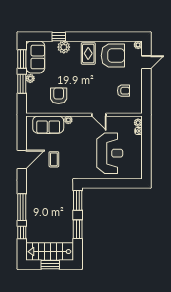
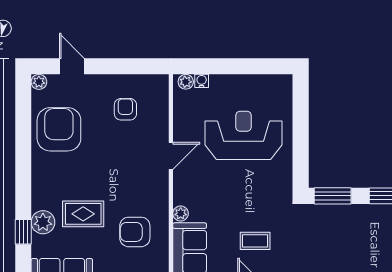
rug: (88, 53) -> (83, 214), moved

